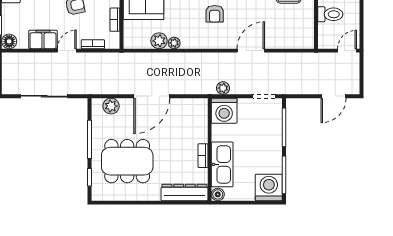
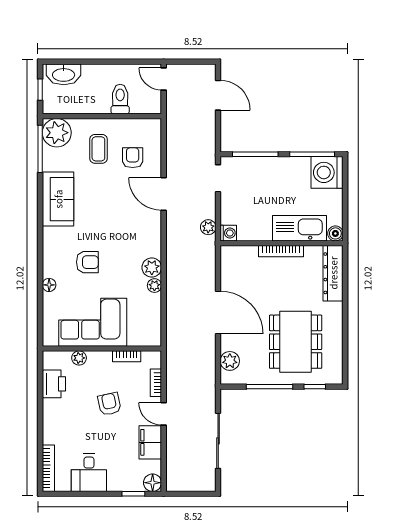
armchair: (215, 14) -> (133, 158), moved, turned -90
plant: (159, 41) -> (152, 267), moved
washing machine: (224, 111) -> (228, 233), width x0.53, depth x0.53
bookcase: (203, 156) -> (281, 251), width x1.56

